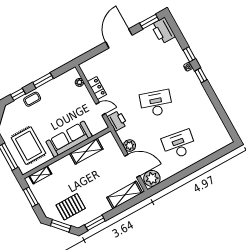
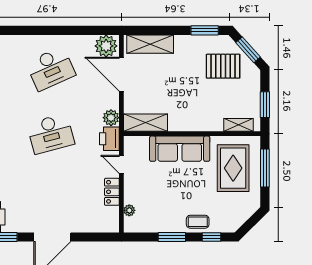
desk: (156, 103) -> (51, 134), turned -33
desk: (179, 145) -> (51, 69), turned -33
plant: (130, 146) -> (111, 118), moved
shelving: (86, 151) -> (146, 123), moved

